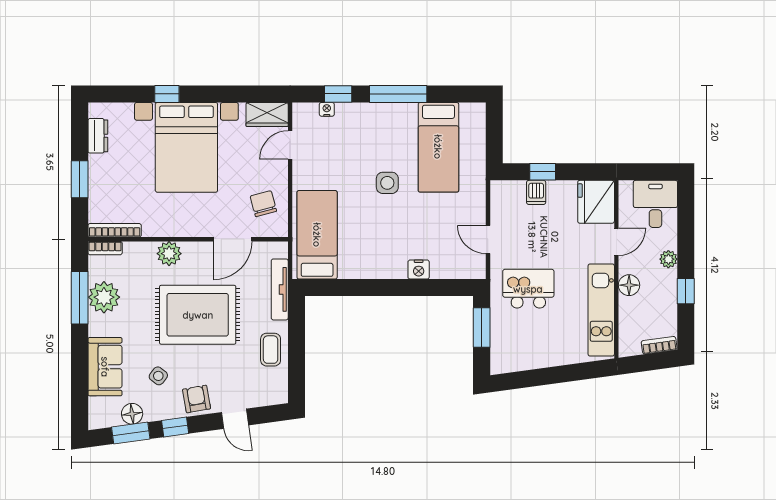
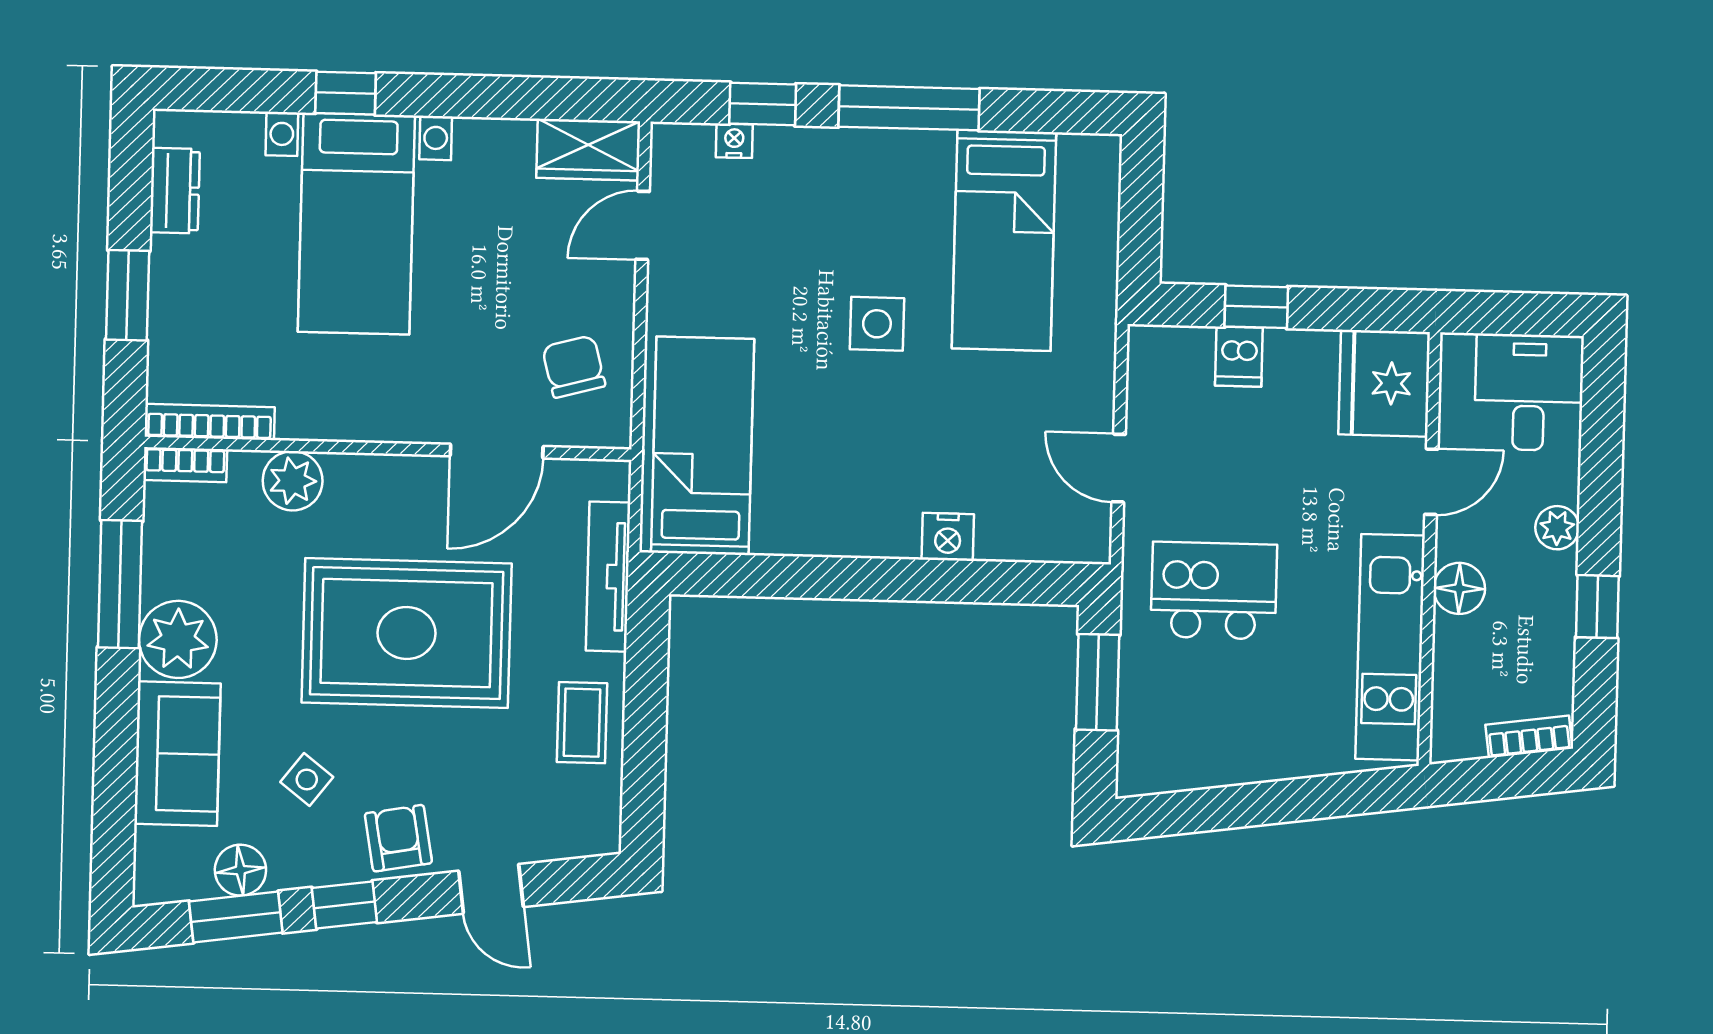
bed with nightstands: (186, 147) -> (356, 224), width x0.73
plant: (169, 254) -> (293, 481), moved
plant: (104, 297) -> (178, 639), moved

